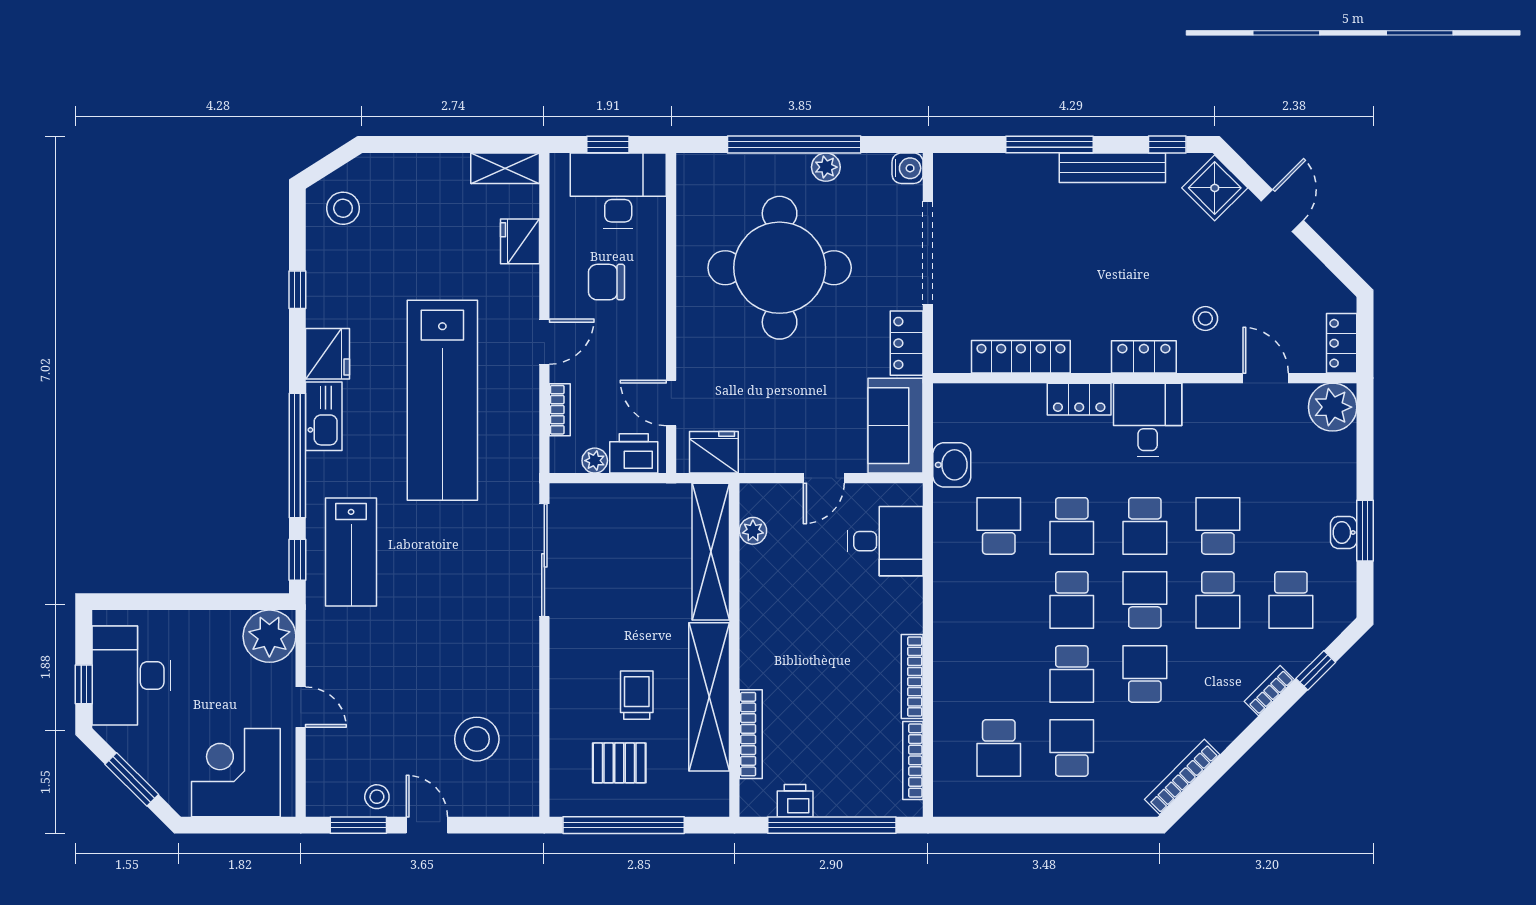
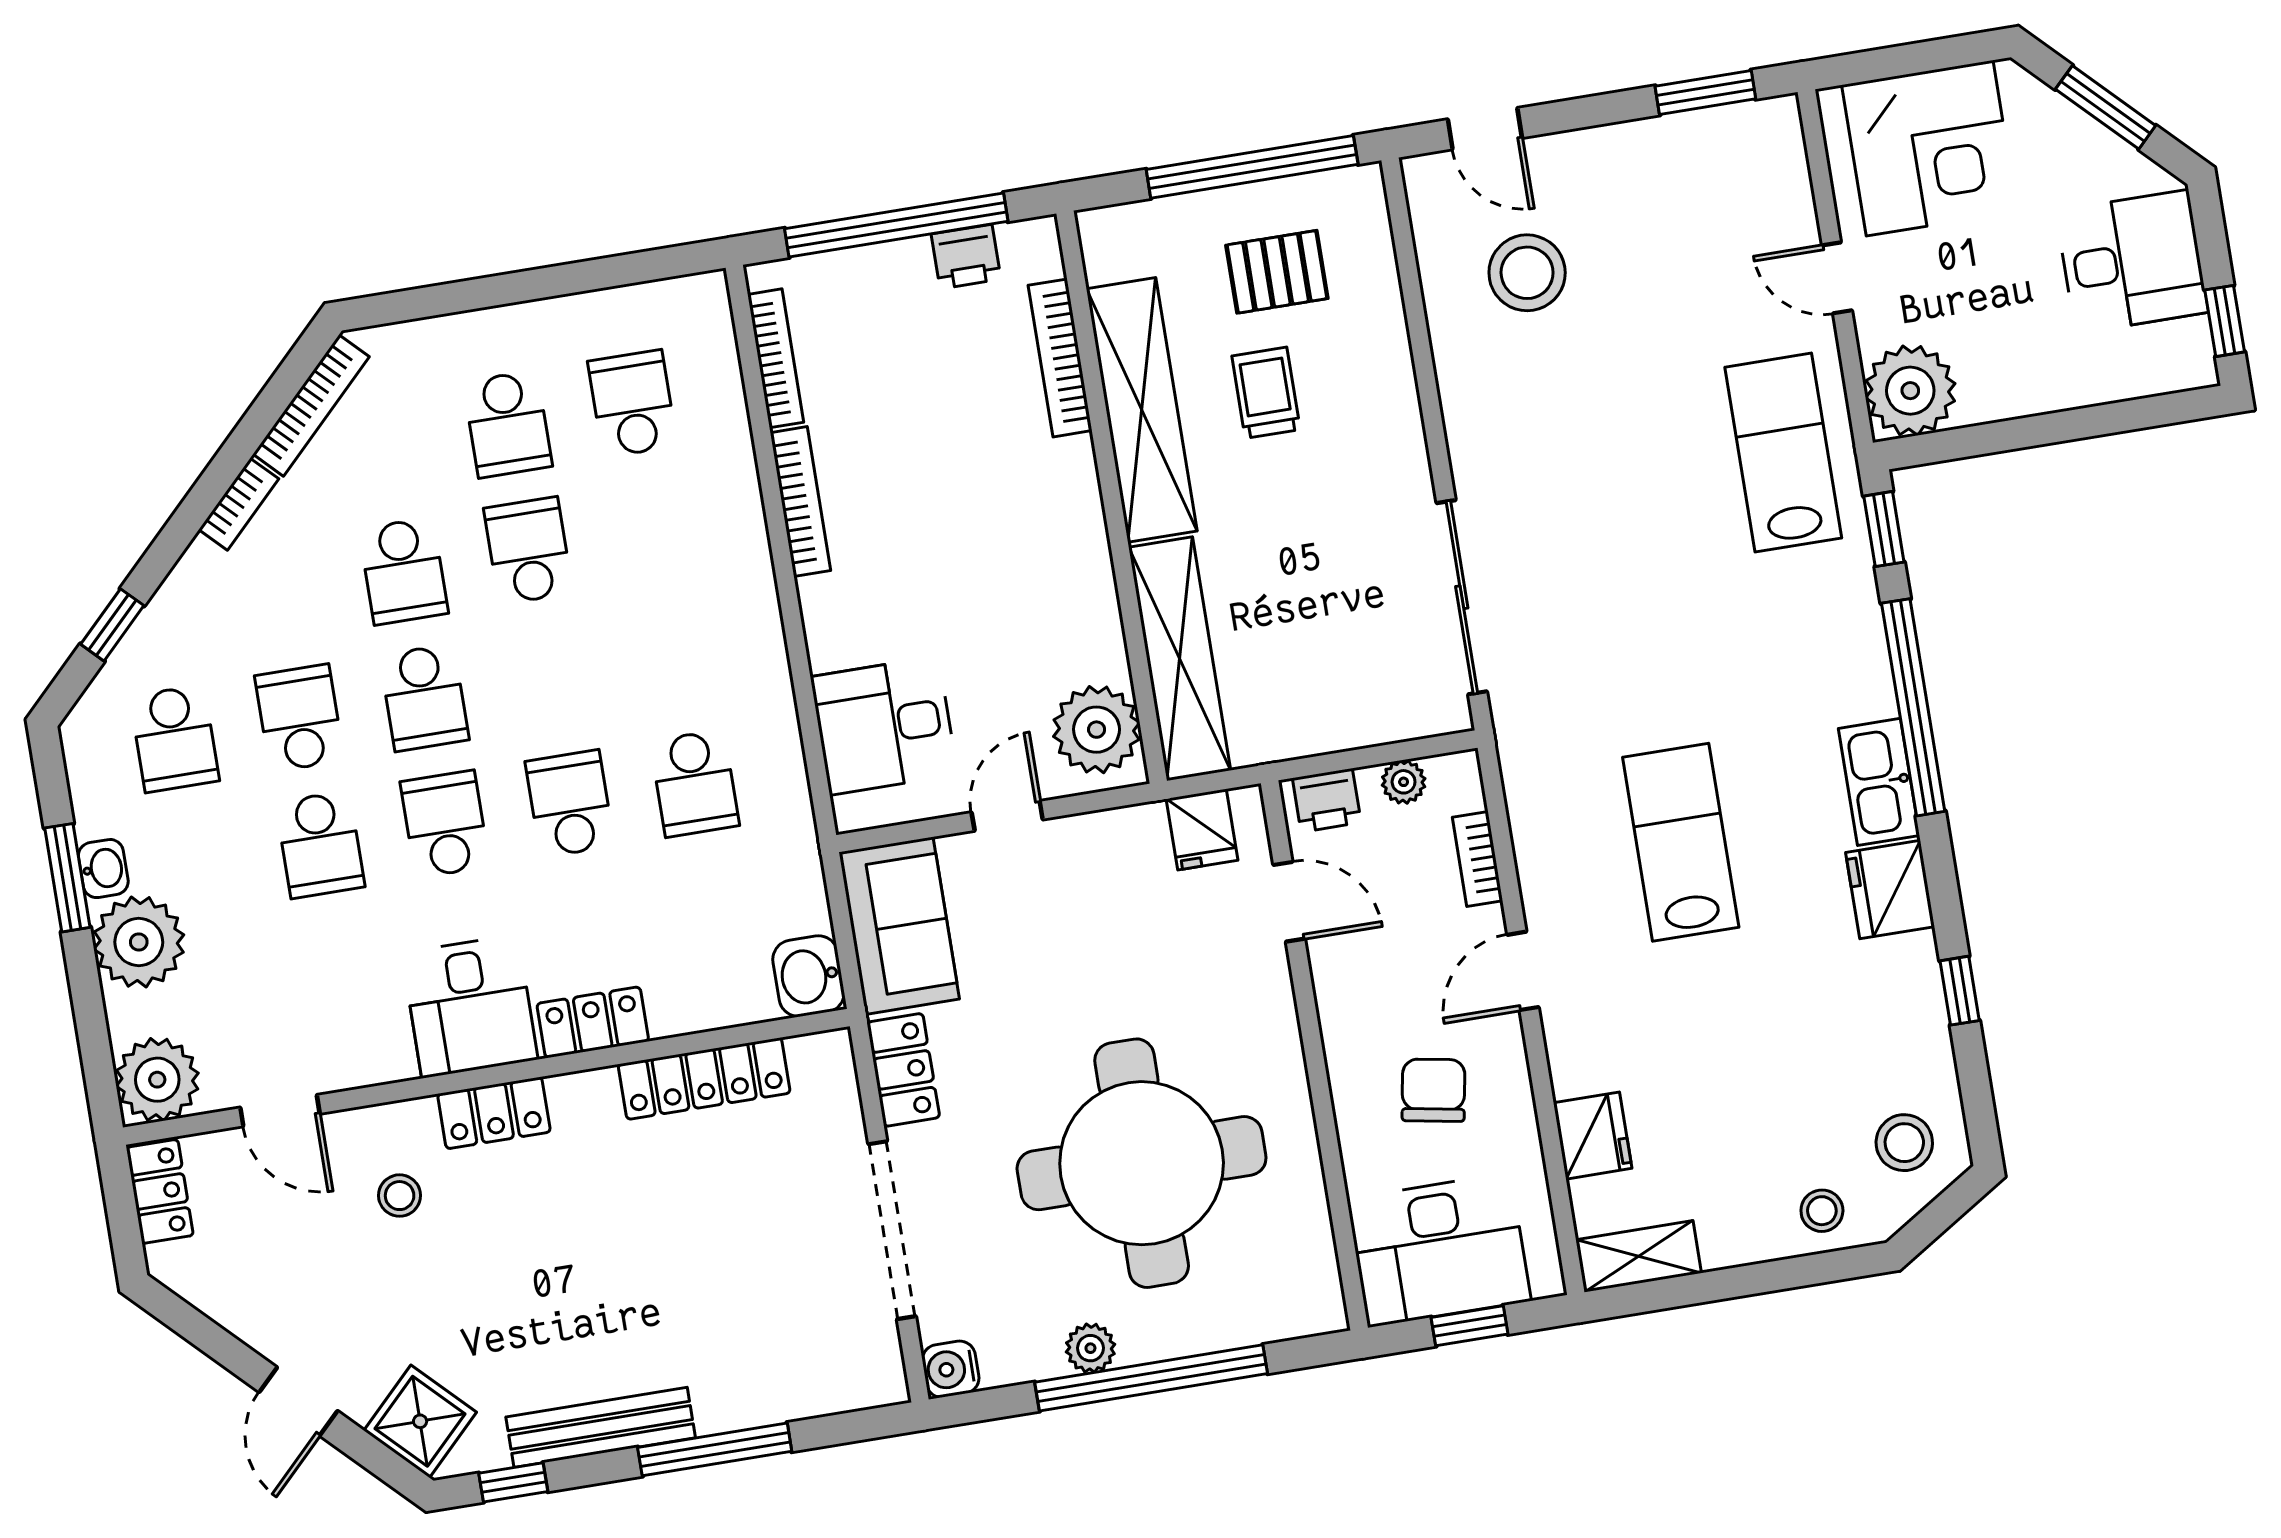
chair: (606, 282) -> (1433, 1090), turned -80
lab bench: (442, 400) -> (1681, 842), width x0.54, depth x0.72
fridge: (714, 452) -> (1202, 829), width x0.72
printer: (634, 453) -> (1327, 800), width x0.73, depth x0.81
washbasin: (952, 465) -> (809, 976), moved
plant: (1330, 487) -> (139, 942), added
plant: (753, 531) -> (1097, 730), width x1.88, depth x1.88
lab bench: (351, 552) -> (1783, 453), moved
school desk: (1072, 600) -> (549, 677), removed
school desk: (1291, 600) -> (175, 738), turned 180
desk: (131, 676) -> (2132, 262), width x0.73
window: (84, 684) -> (2225, 321), moved
bookcase: (1269, 691) -> (239, 504), moved
trolley: (637, 695) -> (1266, 393), turned 180
stool: (377, 797) -> (1822, 1211), moved
door: (427, 825) -> (1485, 129), moved

